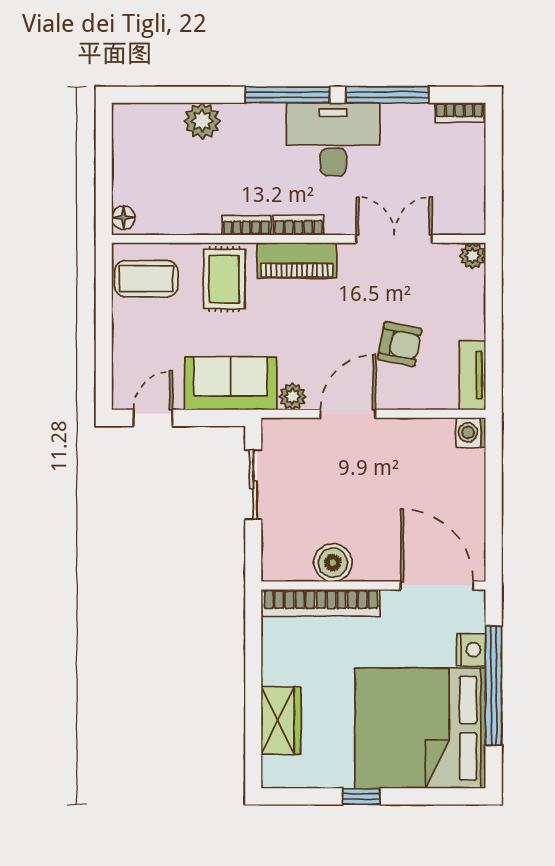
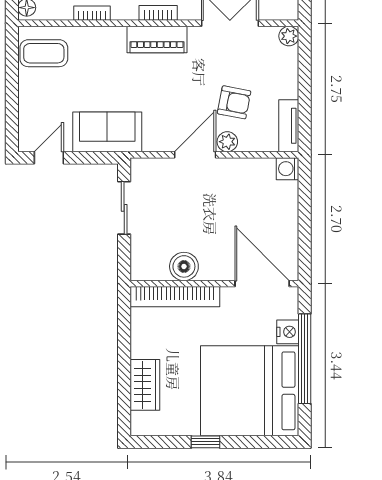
bookcase: (246, 225) -> (92, 13), moved
rug: (224, 279) -> (102, 54), removed
plant: (293, 396) -> (227, 142), moved

